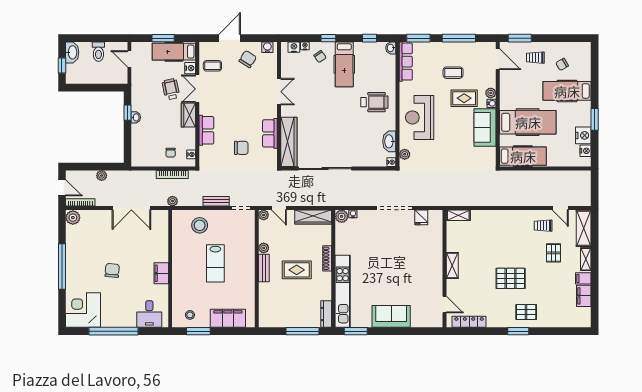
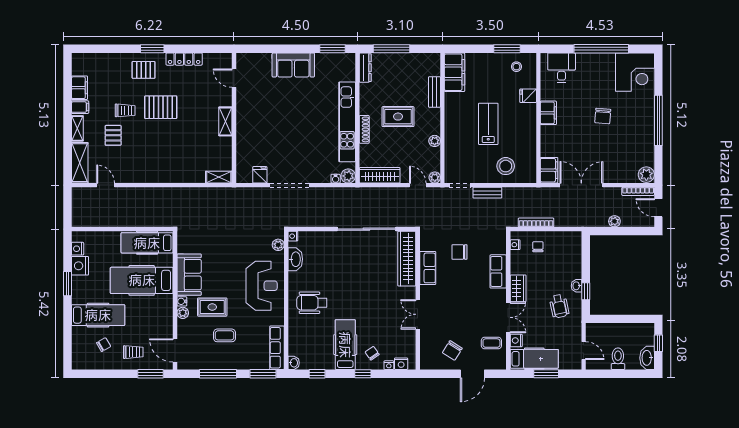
water cooler: (267, 47) -> (431, 364), removed
wheelchair: (171, 89) -> (559, 306), moved
plant: (172, 201) -> (536, 193), removed
filing cabinet: (161, 222) -> (549, 170), added
trolley: (543, 226) -> (125, 110), moved
bench: (264, 268) -> (434, 92), moved
fridge: (179, 289) -> (528, 96), added
kitchen unit: (343, 291) -> (347, 122), moved
filing cabinet: (228, 318) -> (455, 72), moved, turned -90
locker: (469, 322) -> (184, 59), moved

